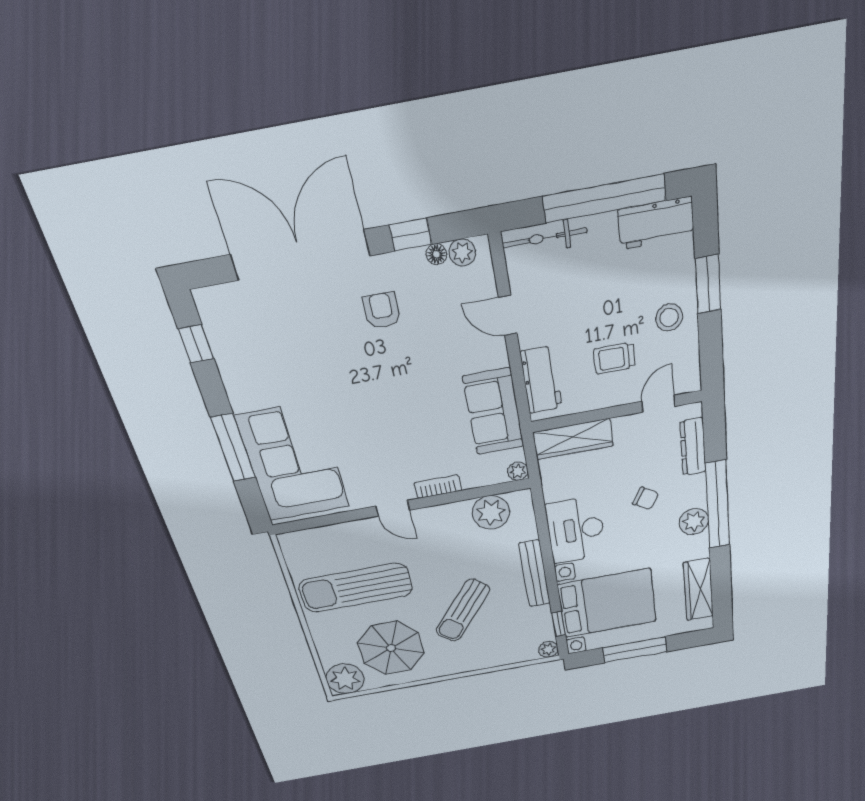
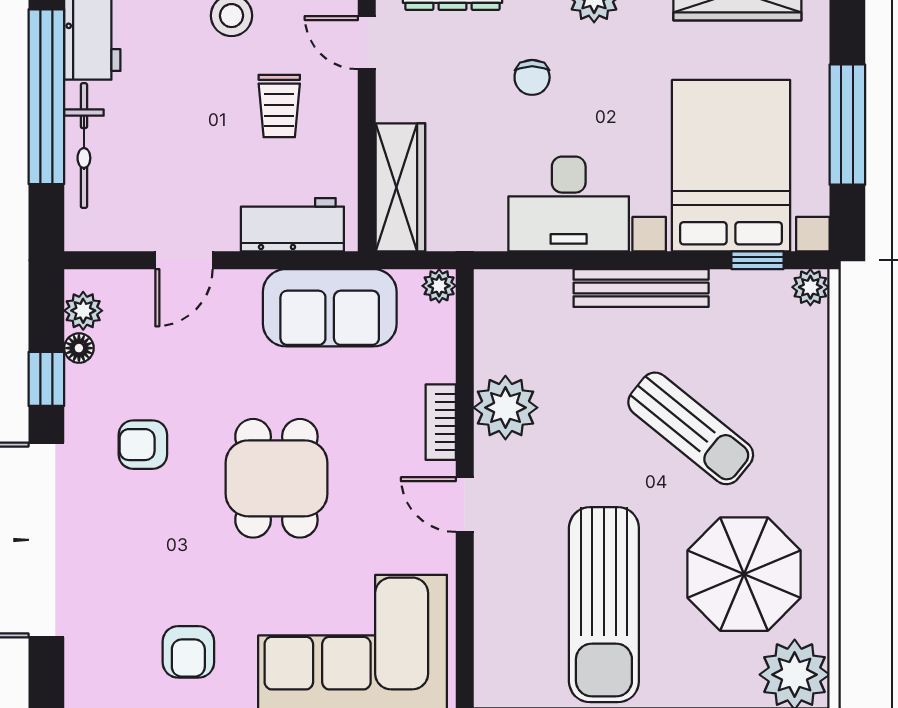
bicycle: (545, 238) -> (84, 146), moved
armchair: (255, 365) -> (188, 652), added
dining table: (381, 399) -> (276, 478), added
chair: (646, 498) -> (532, 77), turned 149
door: (393, 508) -> (465, 505), swing flipped
plant: (491, 512) -> (505, 408), moved

